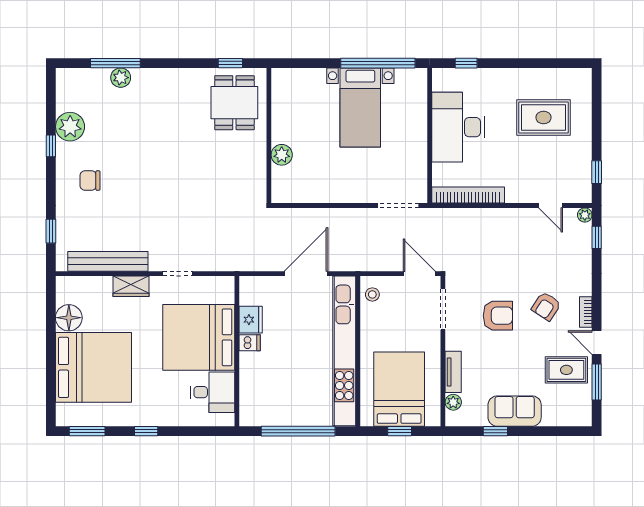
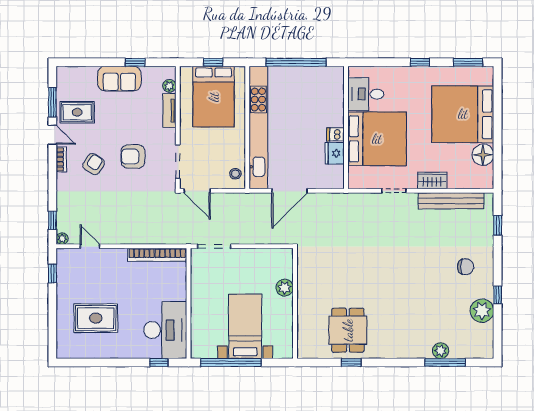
desk: (458, 127) -> (165, 330), moved
wall: (269, 135) -> (295, 303), moved
plant: (282, 155) -> (285, 288), moved

